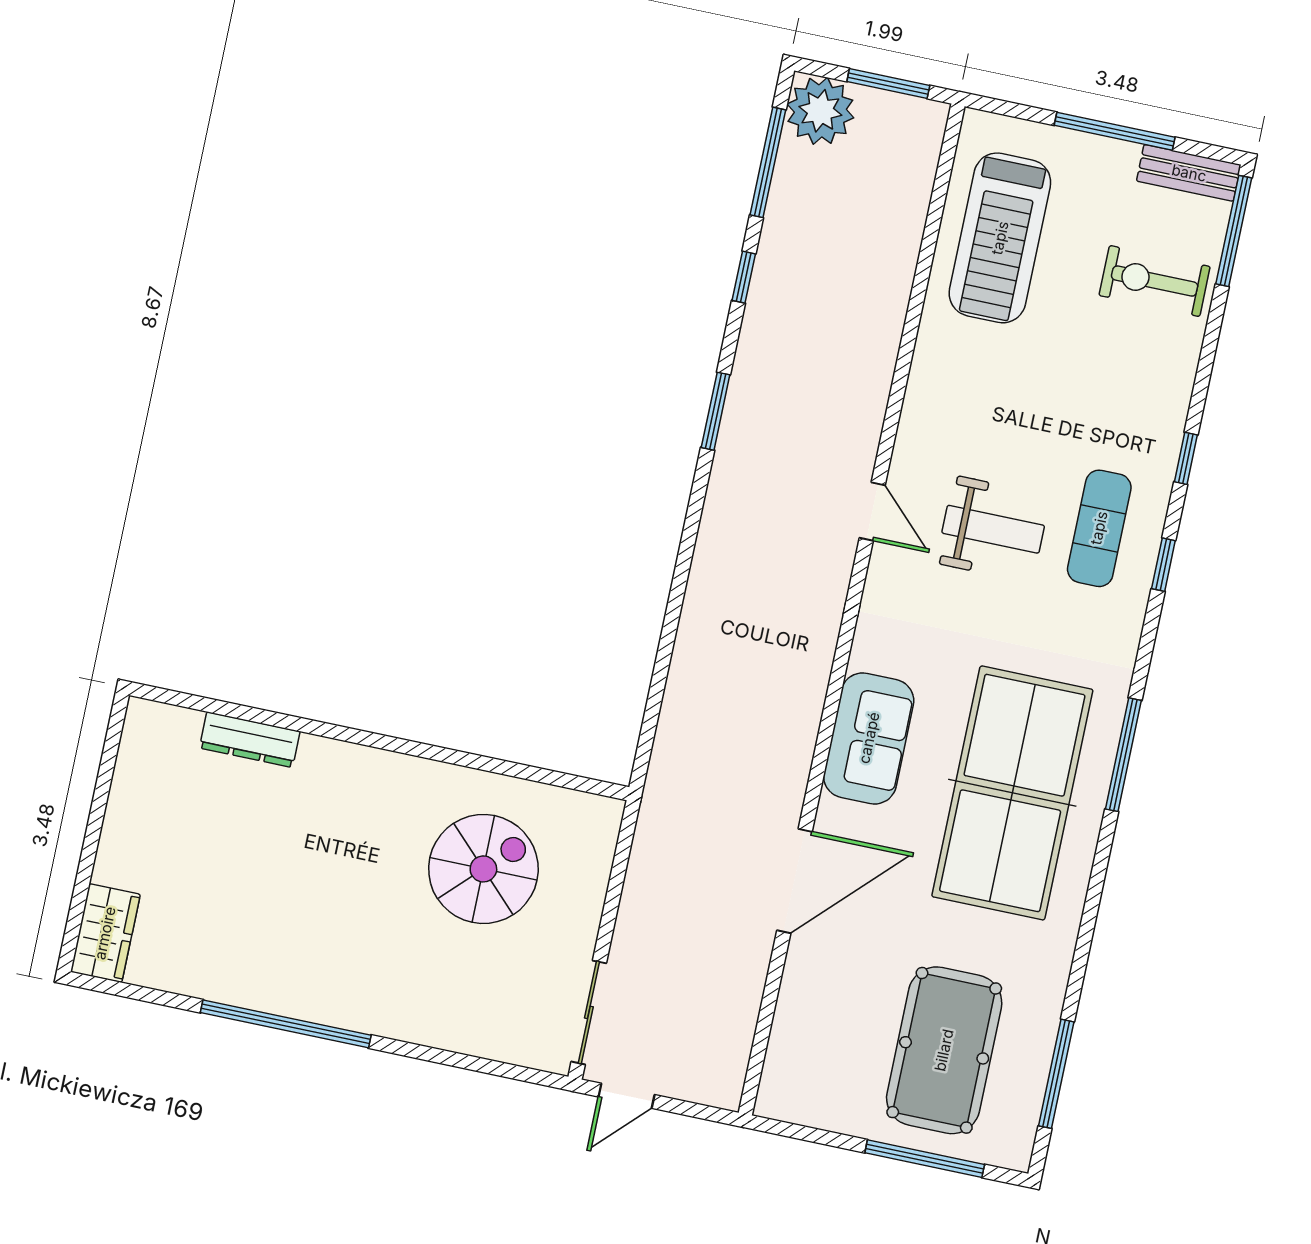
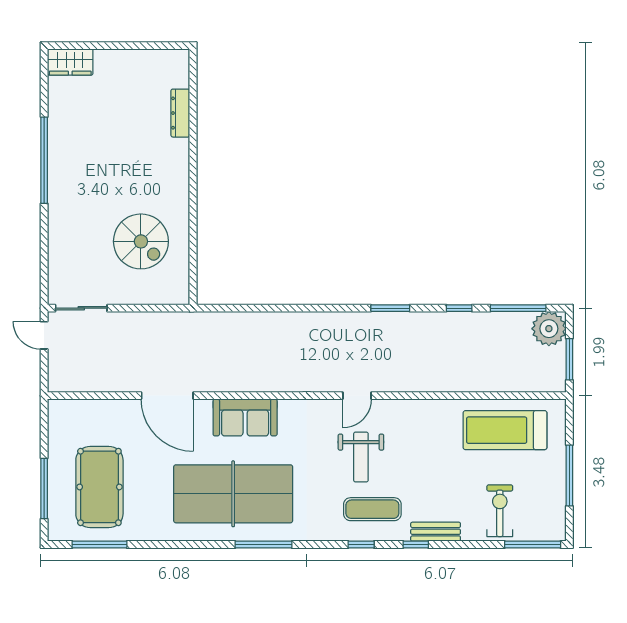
bench: (1189, 173) -> (436, 532), moved, turned 90
pool table: (944, 1050) -> (99, 487), turned 90

